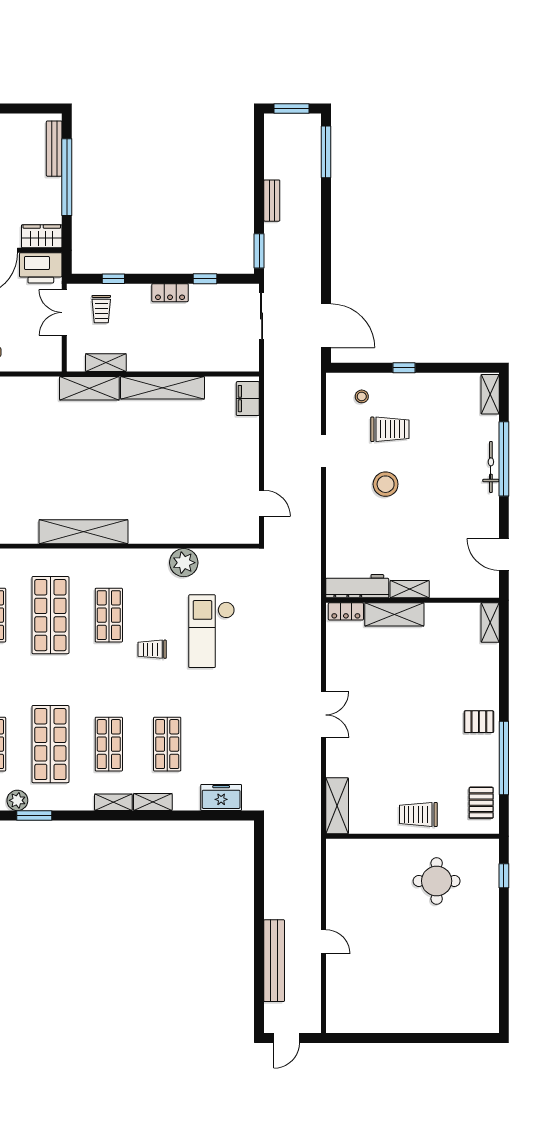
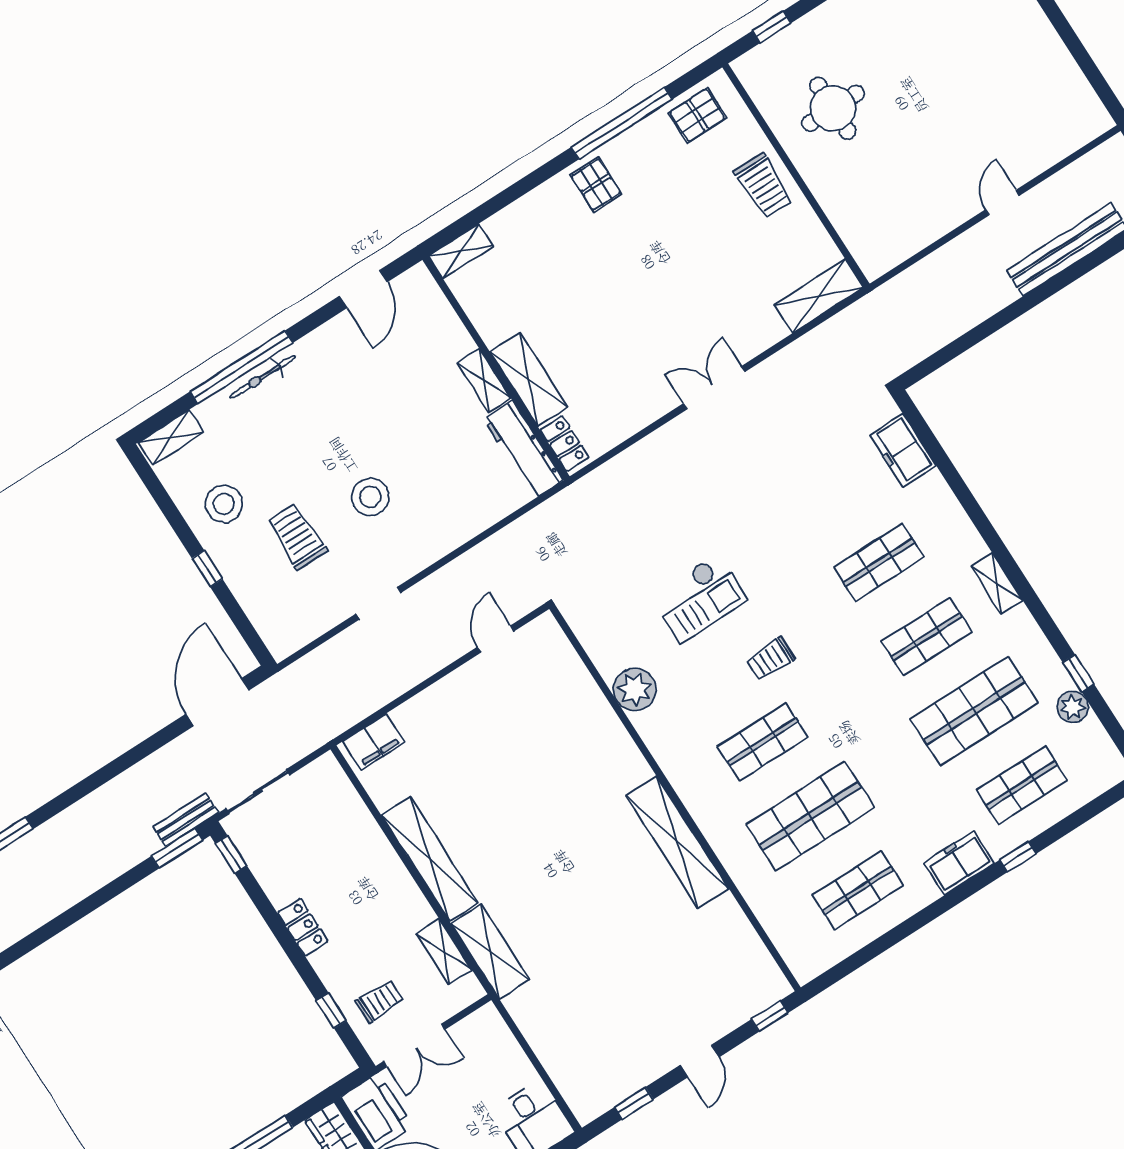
bench: (272, 201) -> (186, 820), moved
window: (205, 279) -> (231, 854), moved
stool: (362, 396) -> (224, 504), moved, width x1.89, depth x1.89
checkout: (212, 631) -> (699, 598), width x0.73, depth x0.83
trolley: (152, 649) -> (771, 659), turned 90
shelving: (153, 802) -> (964, 533), removed
window: (34, 816) -> (1078, 673), width x0.67

